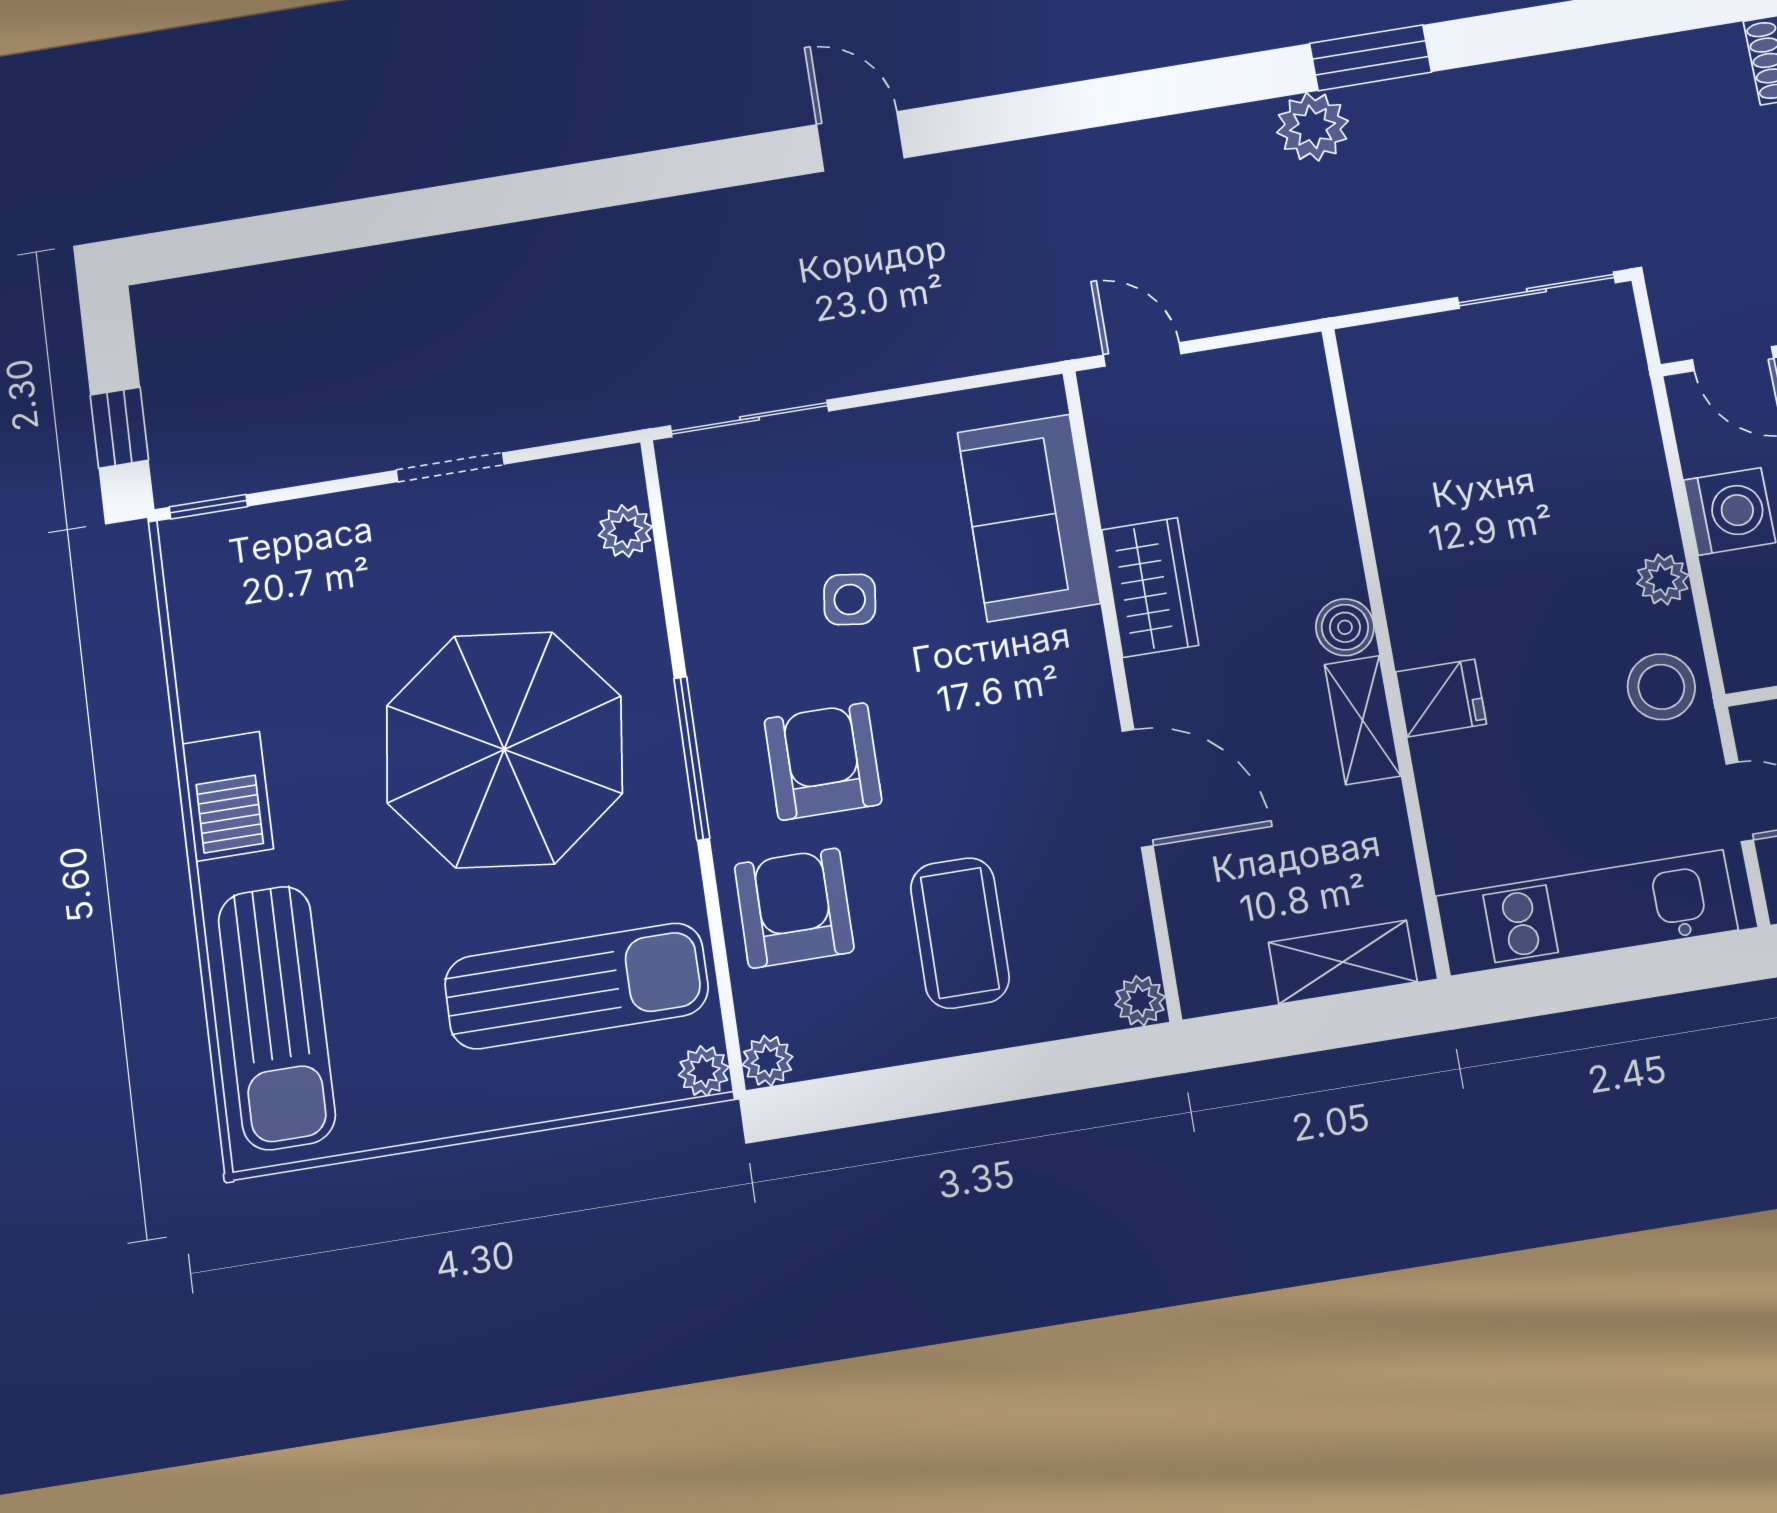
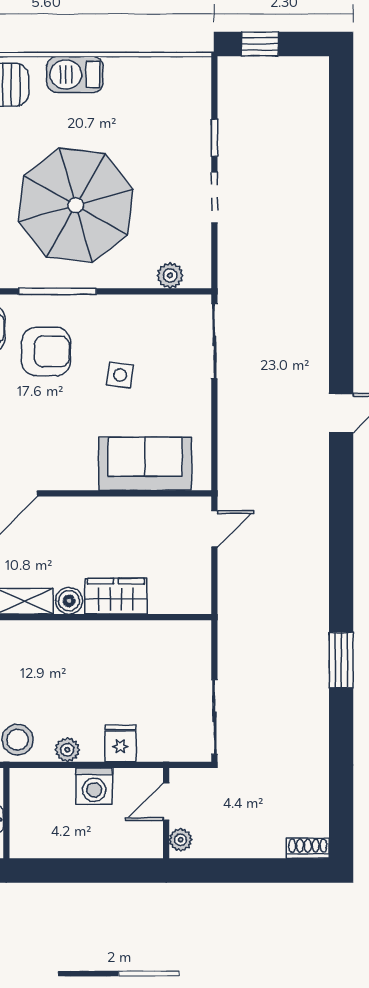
plant: (1313, 127) -> (312, 627), removed
window: (208, 507) -> (214, 138), moved
wardrobe: (1150, 587) -> (116, 596), moved, turned 180
fridge: (1441, 698) -> (120, 743), moved, turned 180

